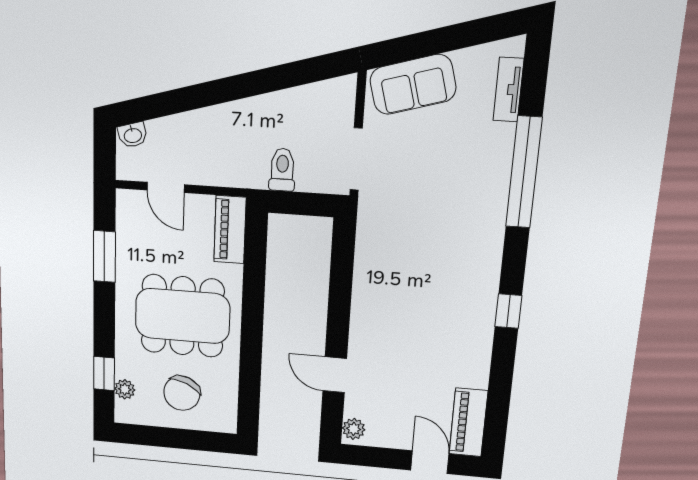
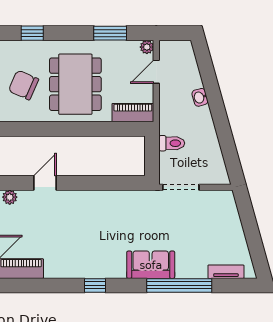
sofa: (413, 84) -> (151, 265), moved, turned 106
washbasin: (133, 135) -> (200, 97), moved
plant: (125, 389) -> (147, 47), moved

